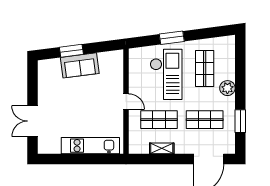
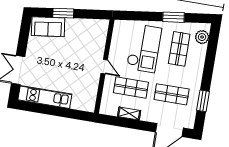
window: (172, 38) -> (173, 17), moved
sofa: (80, 65) -> (48, 27), moved
plant: (227, 88) -> (202, 37), moved
kitchen unit: (90, 146) -> (45, 97), moved

